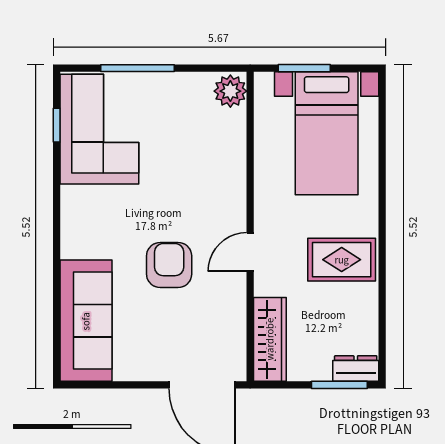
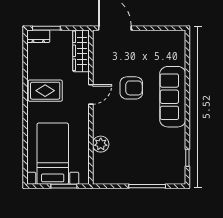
plant: (230, 91) -> (101, 144), moved
corner sofa: (99, 129) -> (166, 156), removed
armchair: (169, 265) -> (131, 88), turned -90
sofa: (86, 321) -> (173, 97), moved

